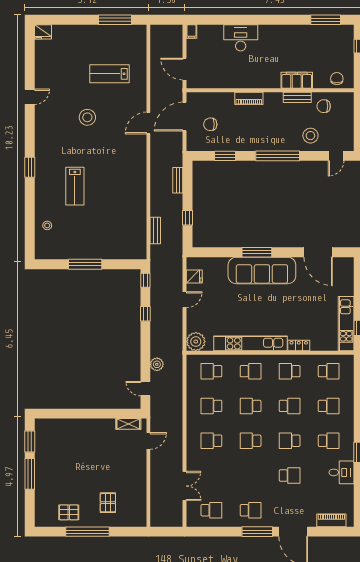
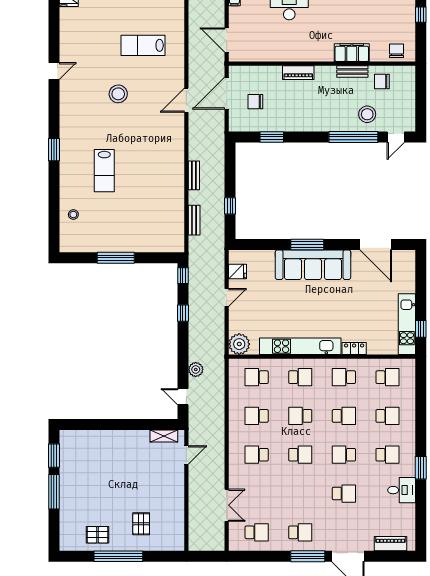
window: (278, 156) -> (353, 137), moved
bench: (178, 180) -> (194, 175), moved
school desk: (251, 441) -> (300, 455), turned 180

